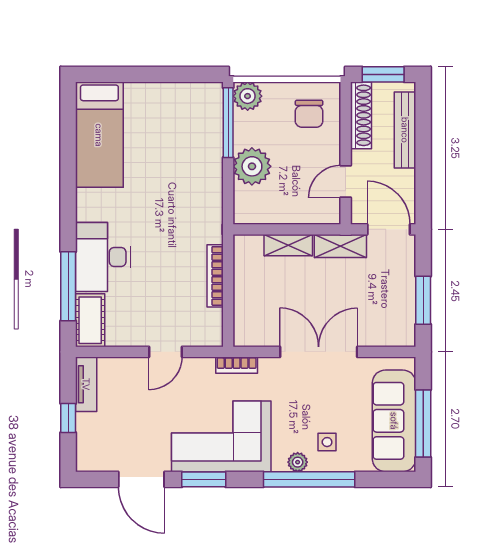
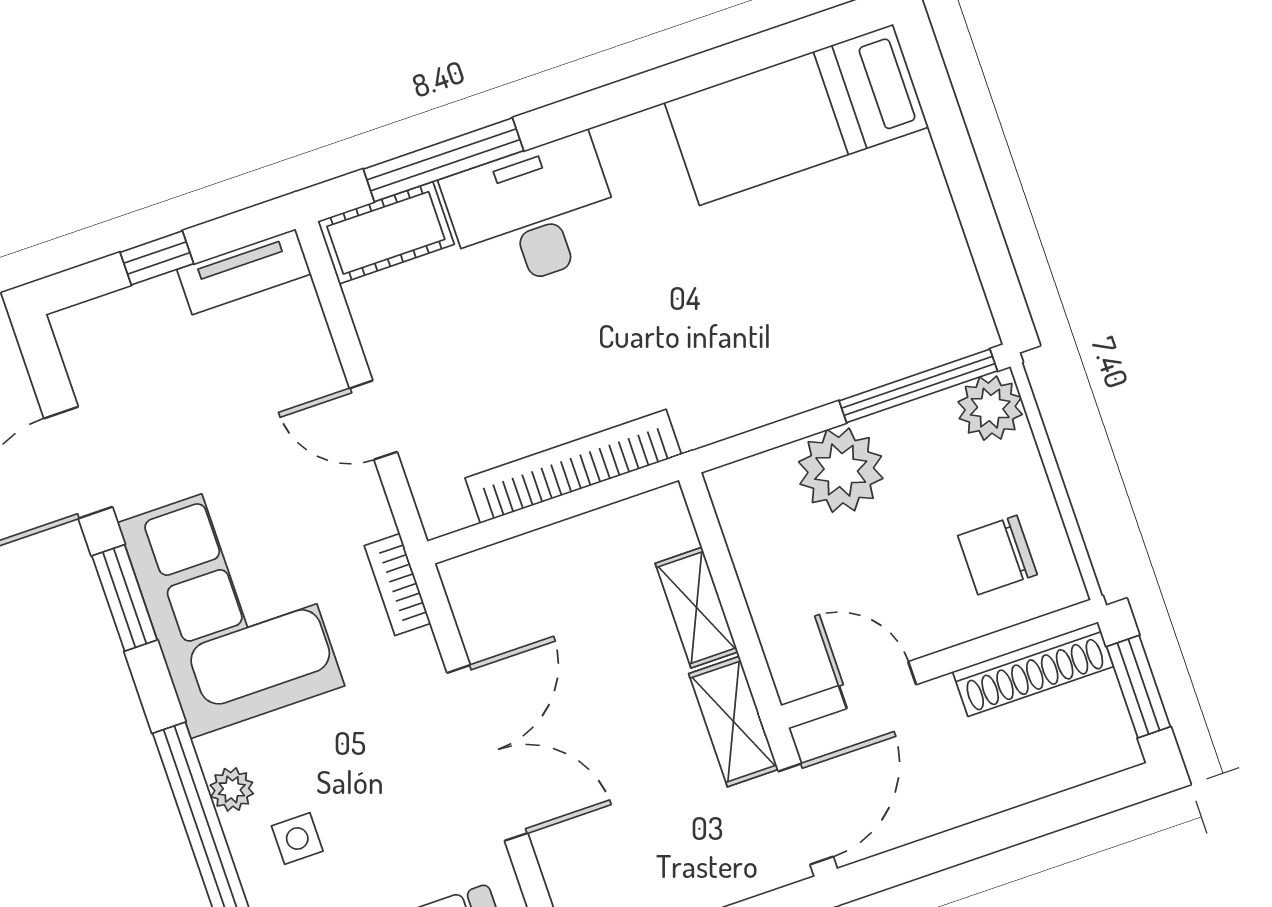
bench: (405, 130) -> (1034, 776), removed
bookcase: (215, 276) -> (573, 466), width x1.48, depth x1.31

